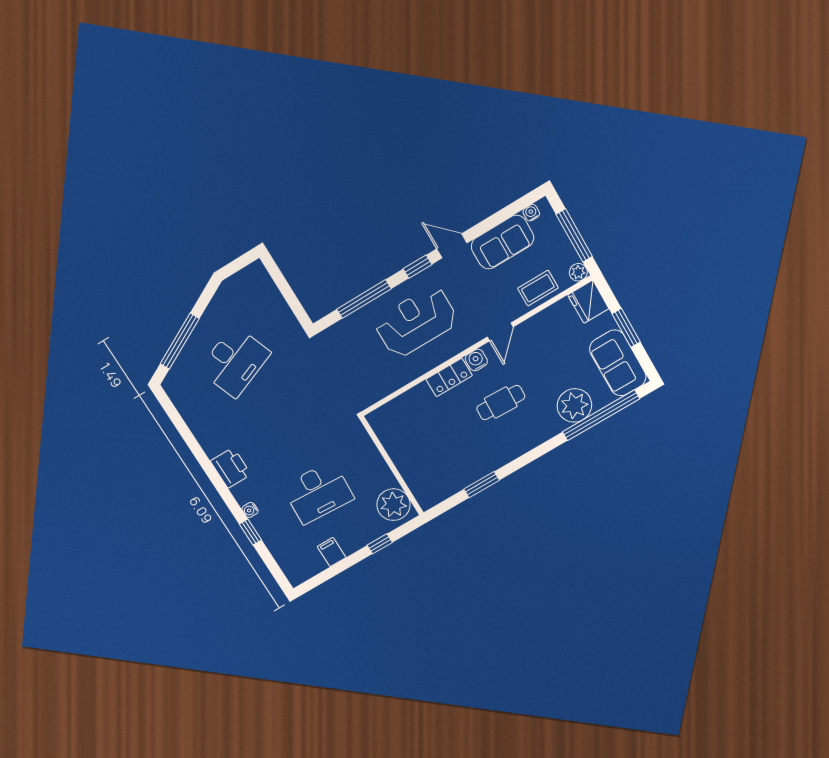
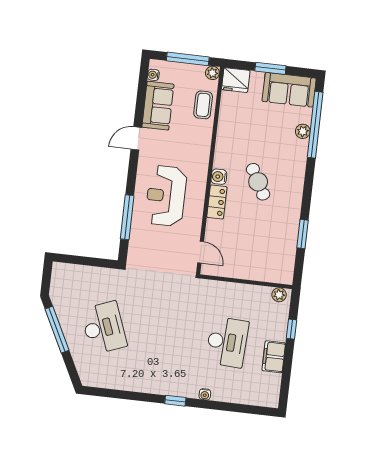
window: (418, 267) -> (133, 169), removed
door: (500, 332) -> (201, 252), moved
window: (180, 341) -> (57, 330), moved
cafe table: (501, 403) -> (258, 182), turned -31
plant: (574, 405) -> (303, 131), width x0.53, depth x0.53
printer: (231, 468) -> (168, 384), removed
plant: (393, 505) -> (279, 295), width x0.53, depth x0.53
window: (250, 532) -> (175, 401), moved
filing cabinet: (332, 552) -> (274, 357), width x2.00

